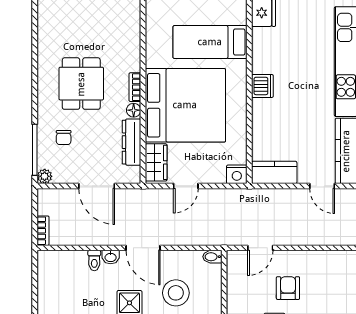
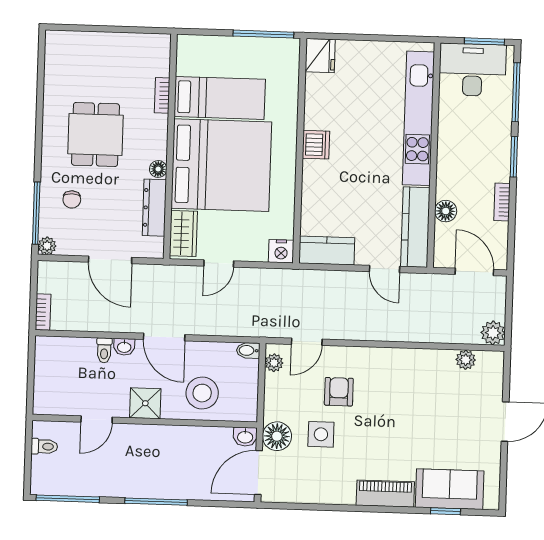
bed: (210, 42) -> (220, 98), moved, turned 180
bookcase: (135, 87) -> (162, 95), moved
plant: (234, 266) -> (274, 363), added

